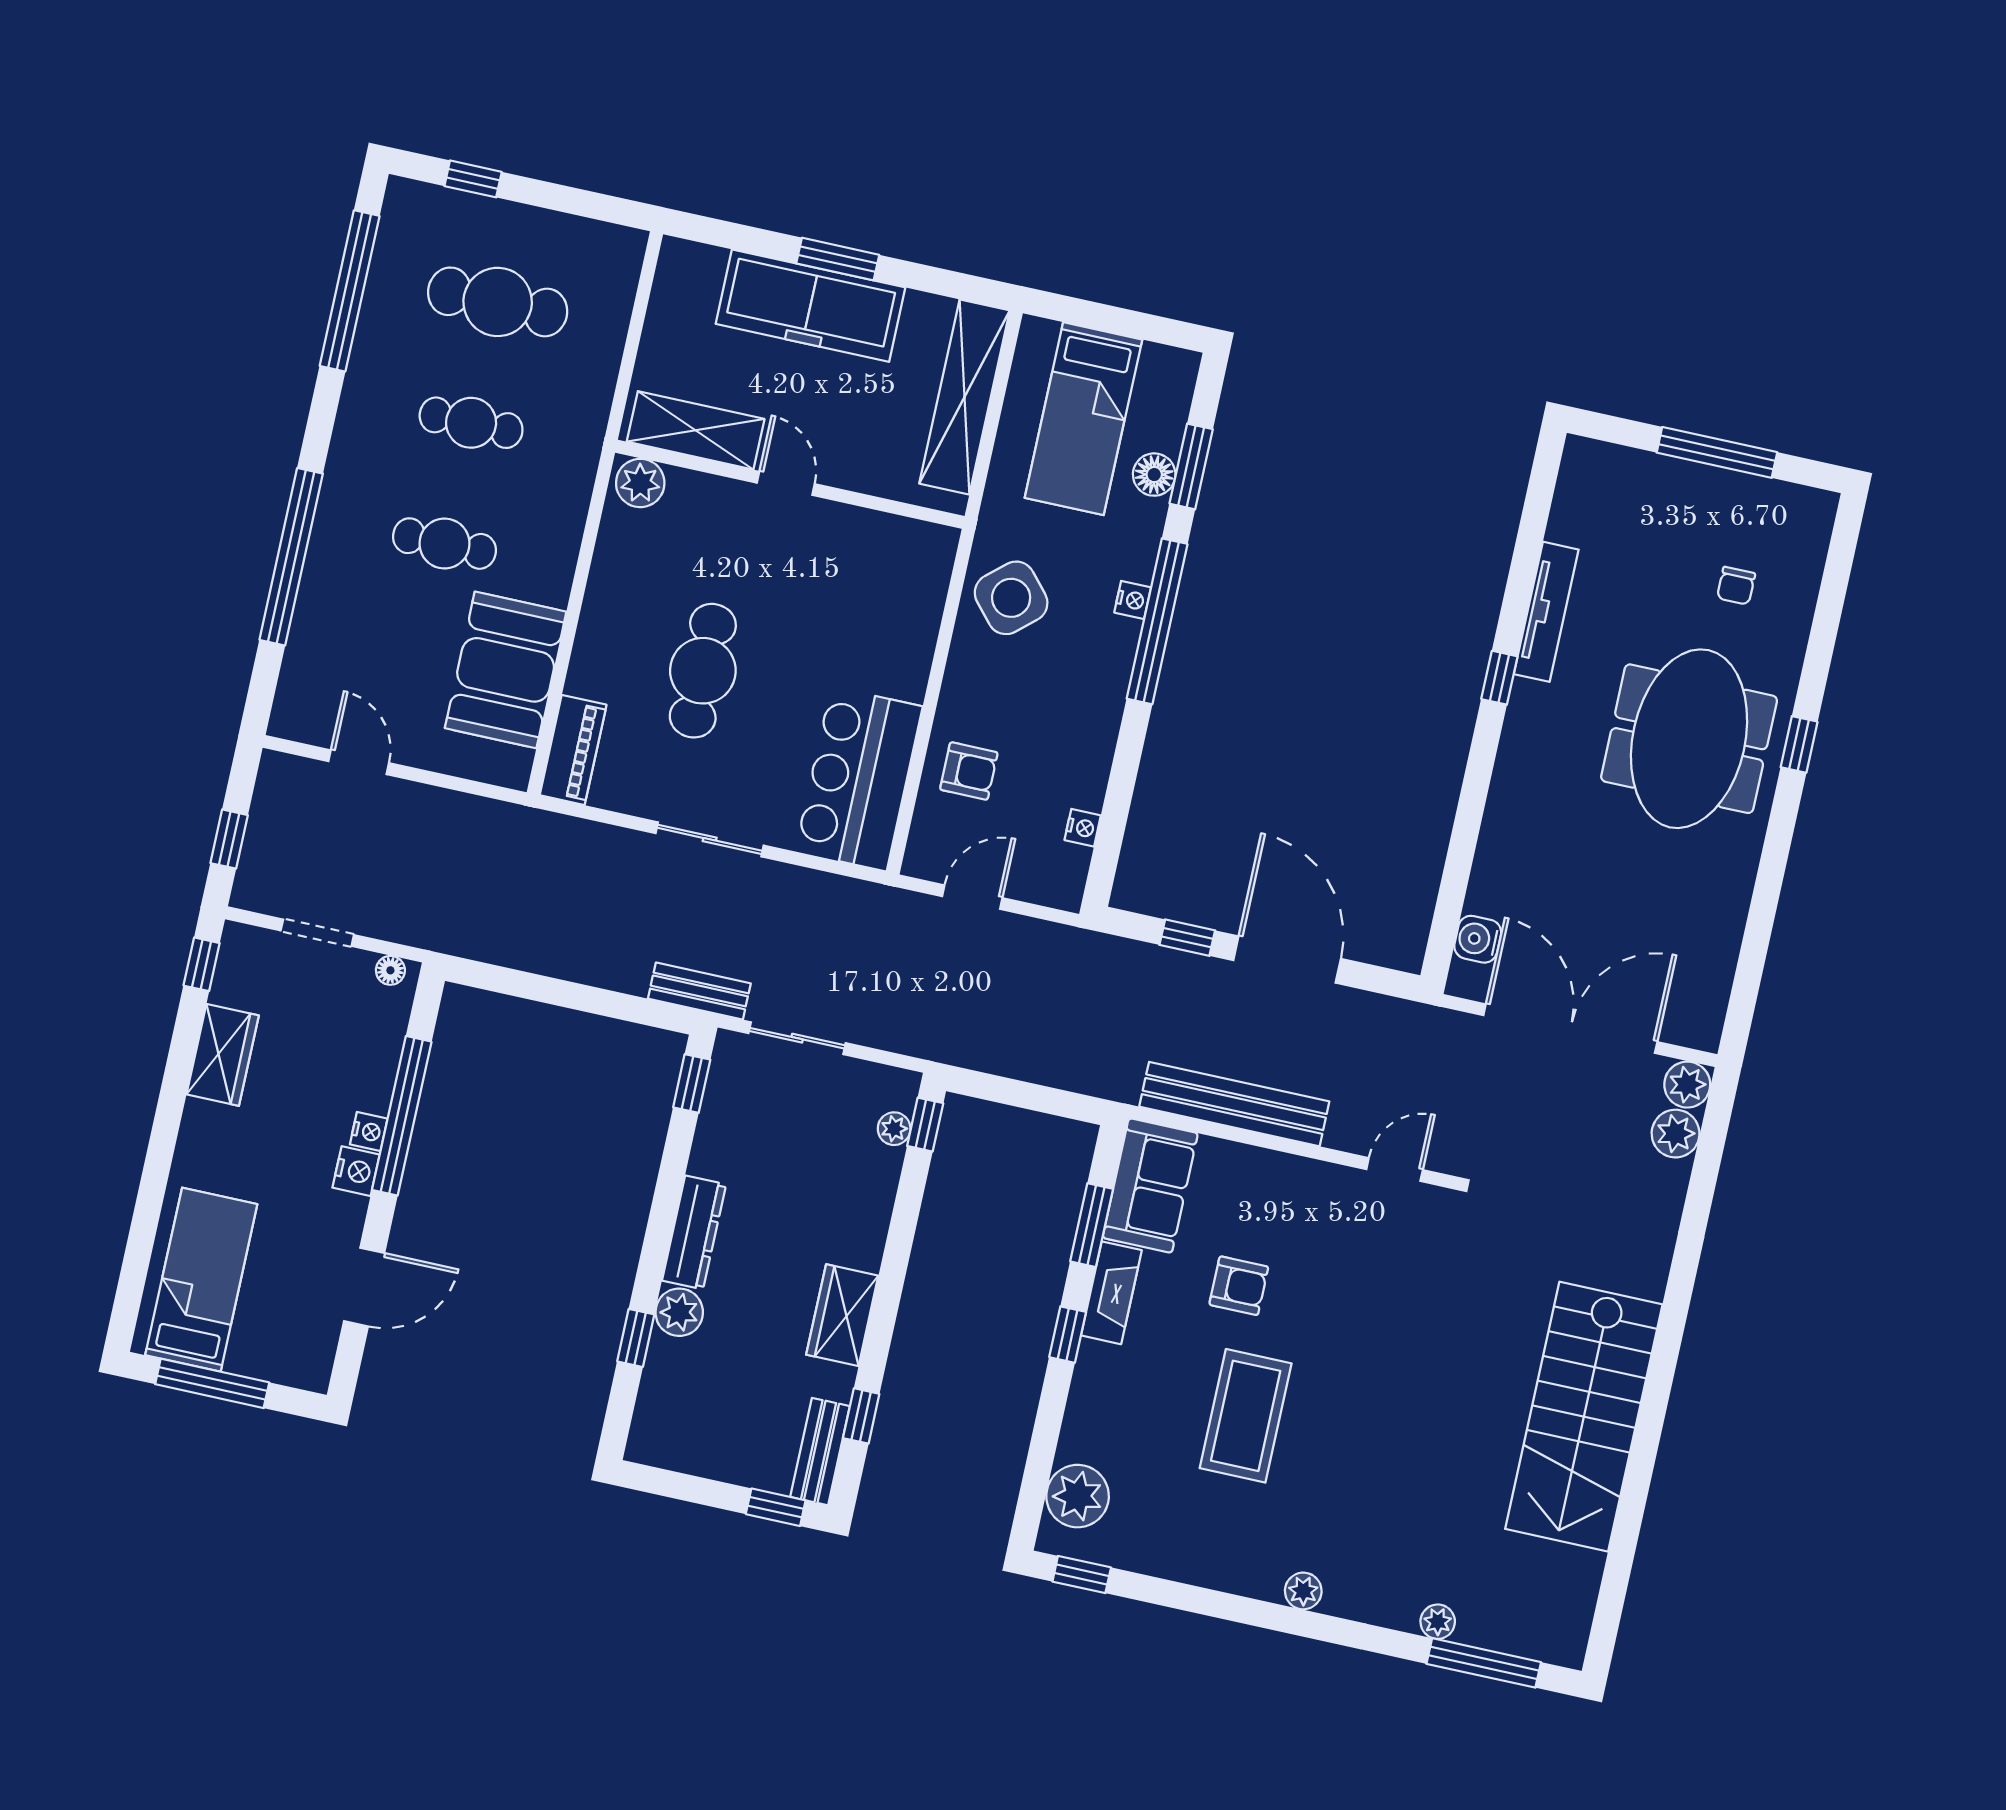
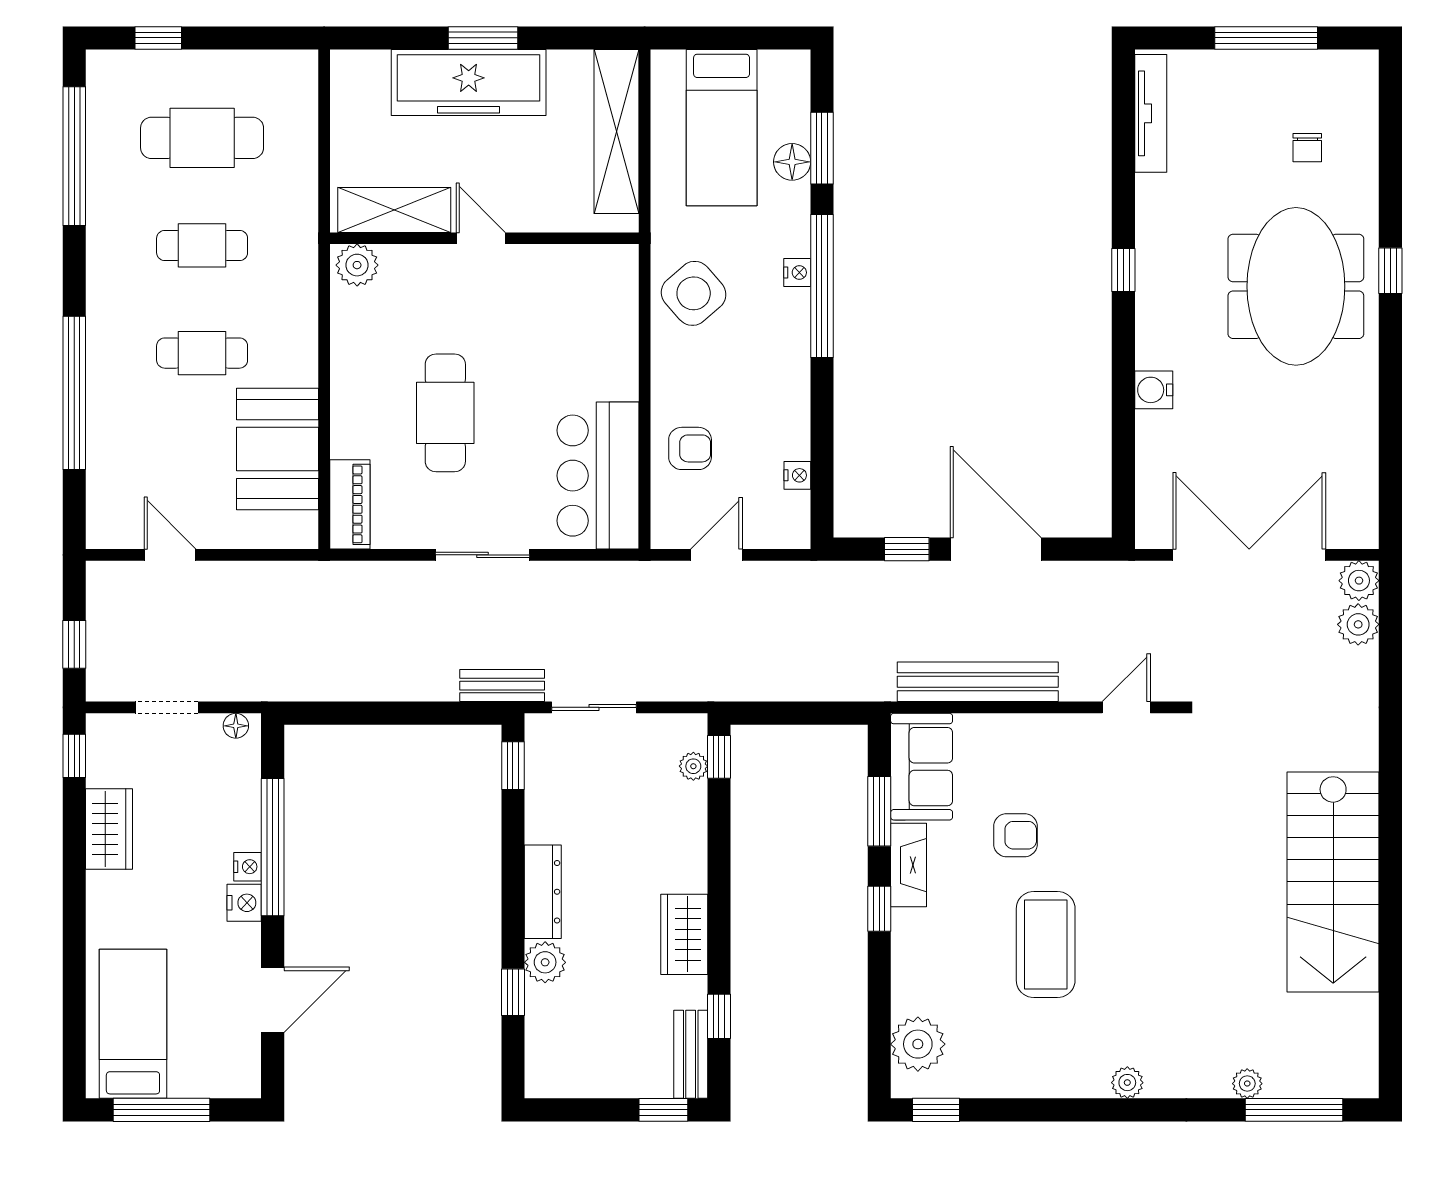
tv unit: (1546, 612) -> (1151, 113), moved
water cooler: (1478, 939) -> (1154, 390), moved

